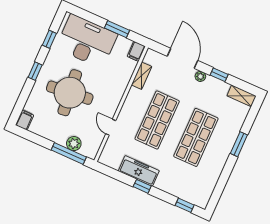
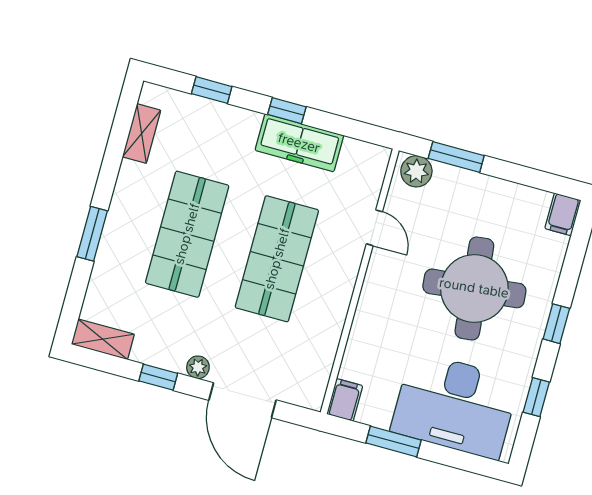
shelving: (142, 76) -> (142, 133), moved
plant: (74, 144) -> (416, 171), moved
window: (69, 154) -> (456, 157), width x0.69
window: (185, 205) -> (212, 90), moved

